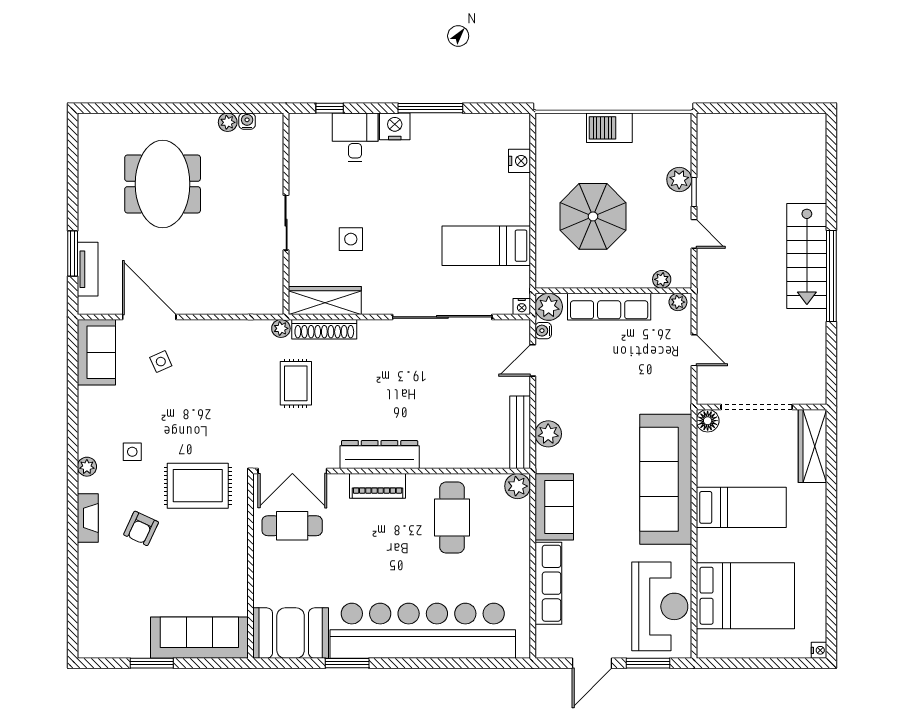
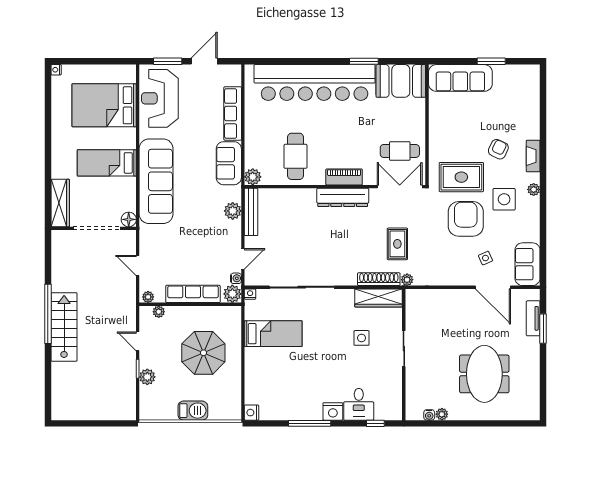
nightstand: (519, 161) -> (252, 413), moved
armchair: (191, 422) -> (466, 219), added
side table: (132, 452) -> (504, 199), width x1.87, depth x1.87

